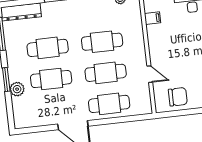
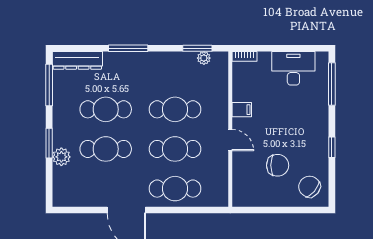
filing cabinet: (152, 18) -> (242, 110), moved
door: (150, 74) -> (230, 140), moved
chair: (178, 97) -> (278, 165), moved

